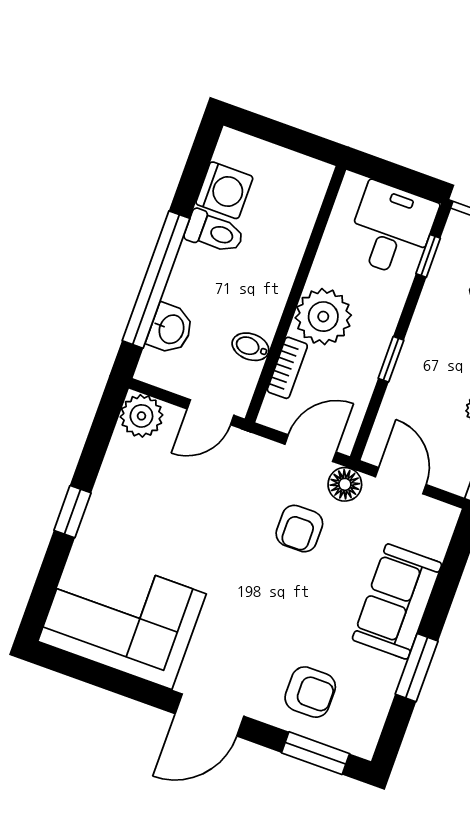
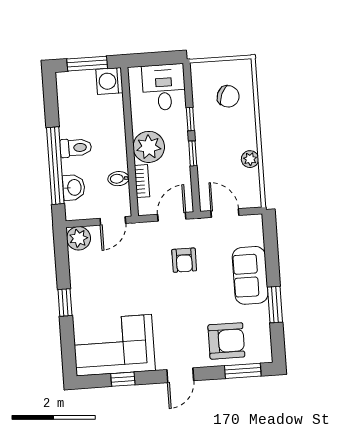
window: (282, 135) -> (87, 64), added
washing machine: (224, 190) -> (109, 81), moved, turned 180
toilet: (214, 232) -> (76, 148), moved
window: (428, 256) -> (190, 119), moved
floor lamp: (345, 484) -> (197, 227), removed
window: (112, 680) -> (123, 379), added
armchair: (310, 692) -> (226, 341), width x1.38, depth x1.38
door: (210, 715) -> (180, 375), width x0.73

